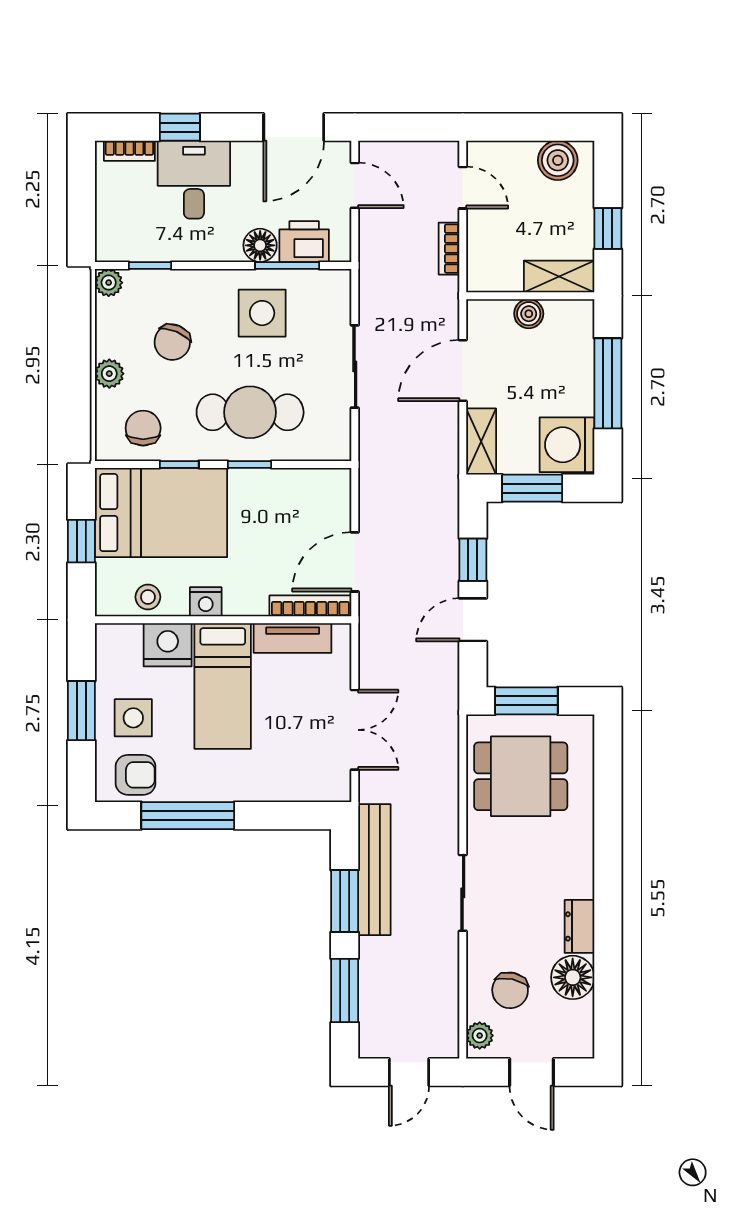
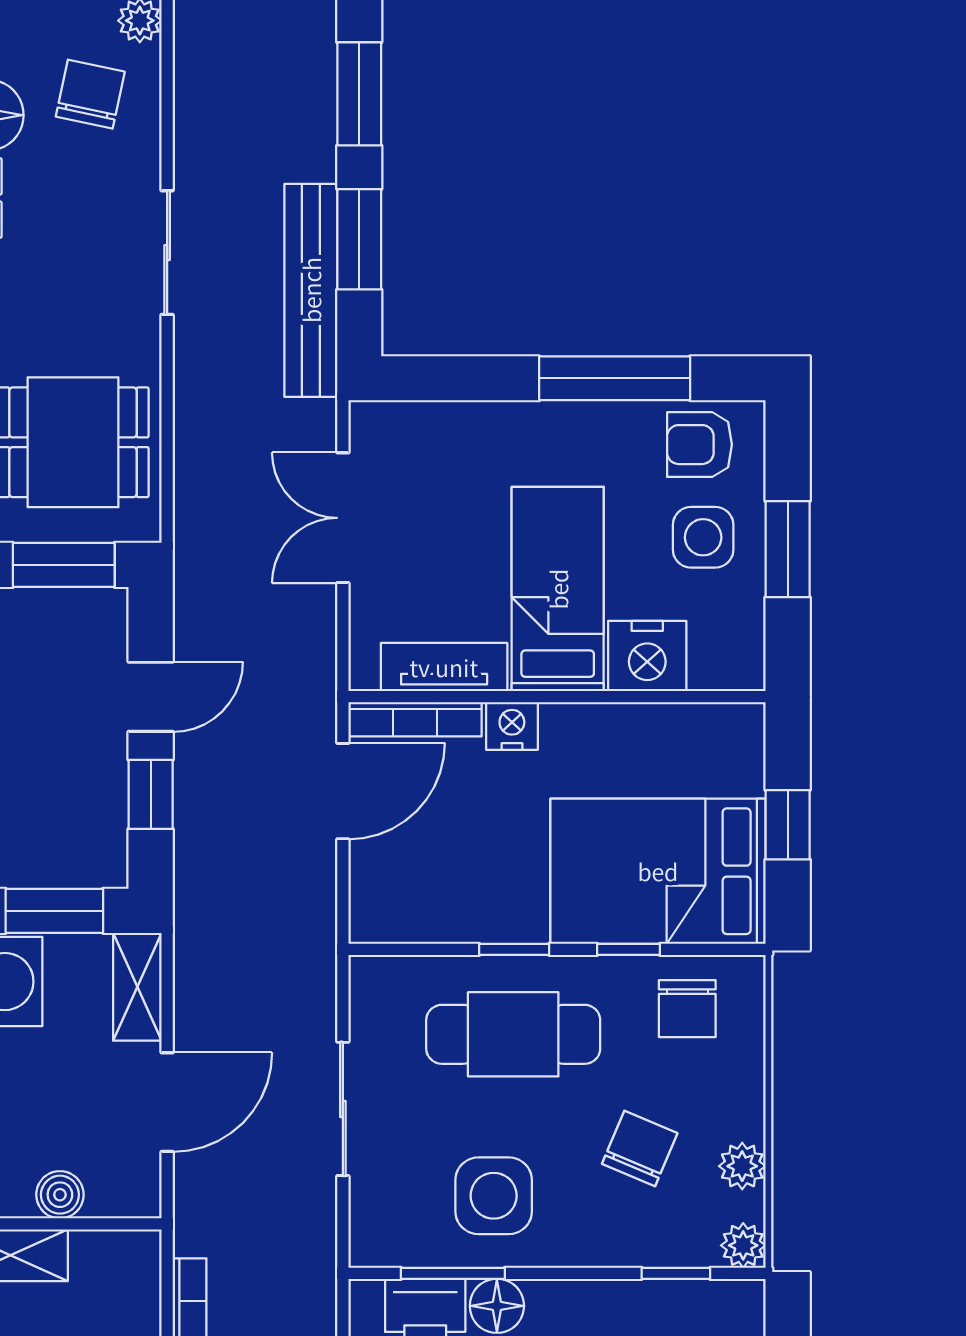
plant: (109, 374) -> (742, 1166), moved
stool: (148, 597) -> (679, 734), removed
nightstand: (206, 602) -> (512, 726), moved

